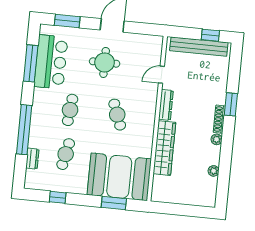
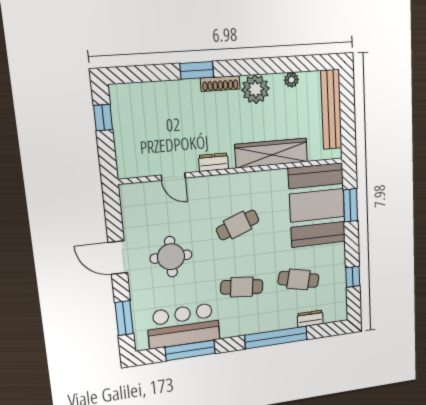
bench: (199, 47) -> (331, 110), moved
dresser: (166, 105) -> (214, 162), width x0.70
plant: (217, 139) -> (255, 89), width x1.87, depth x1.87

